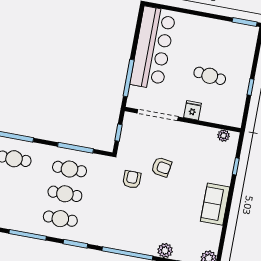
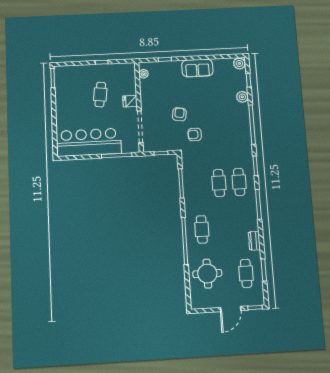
cafe table: (70, 169) -> (199, 184), removed

